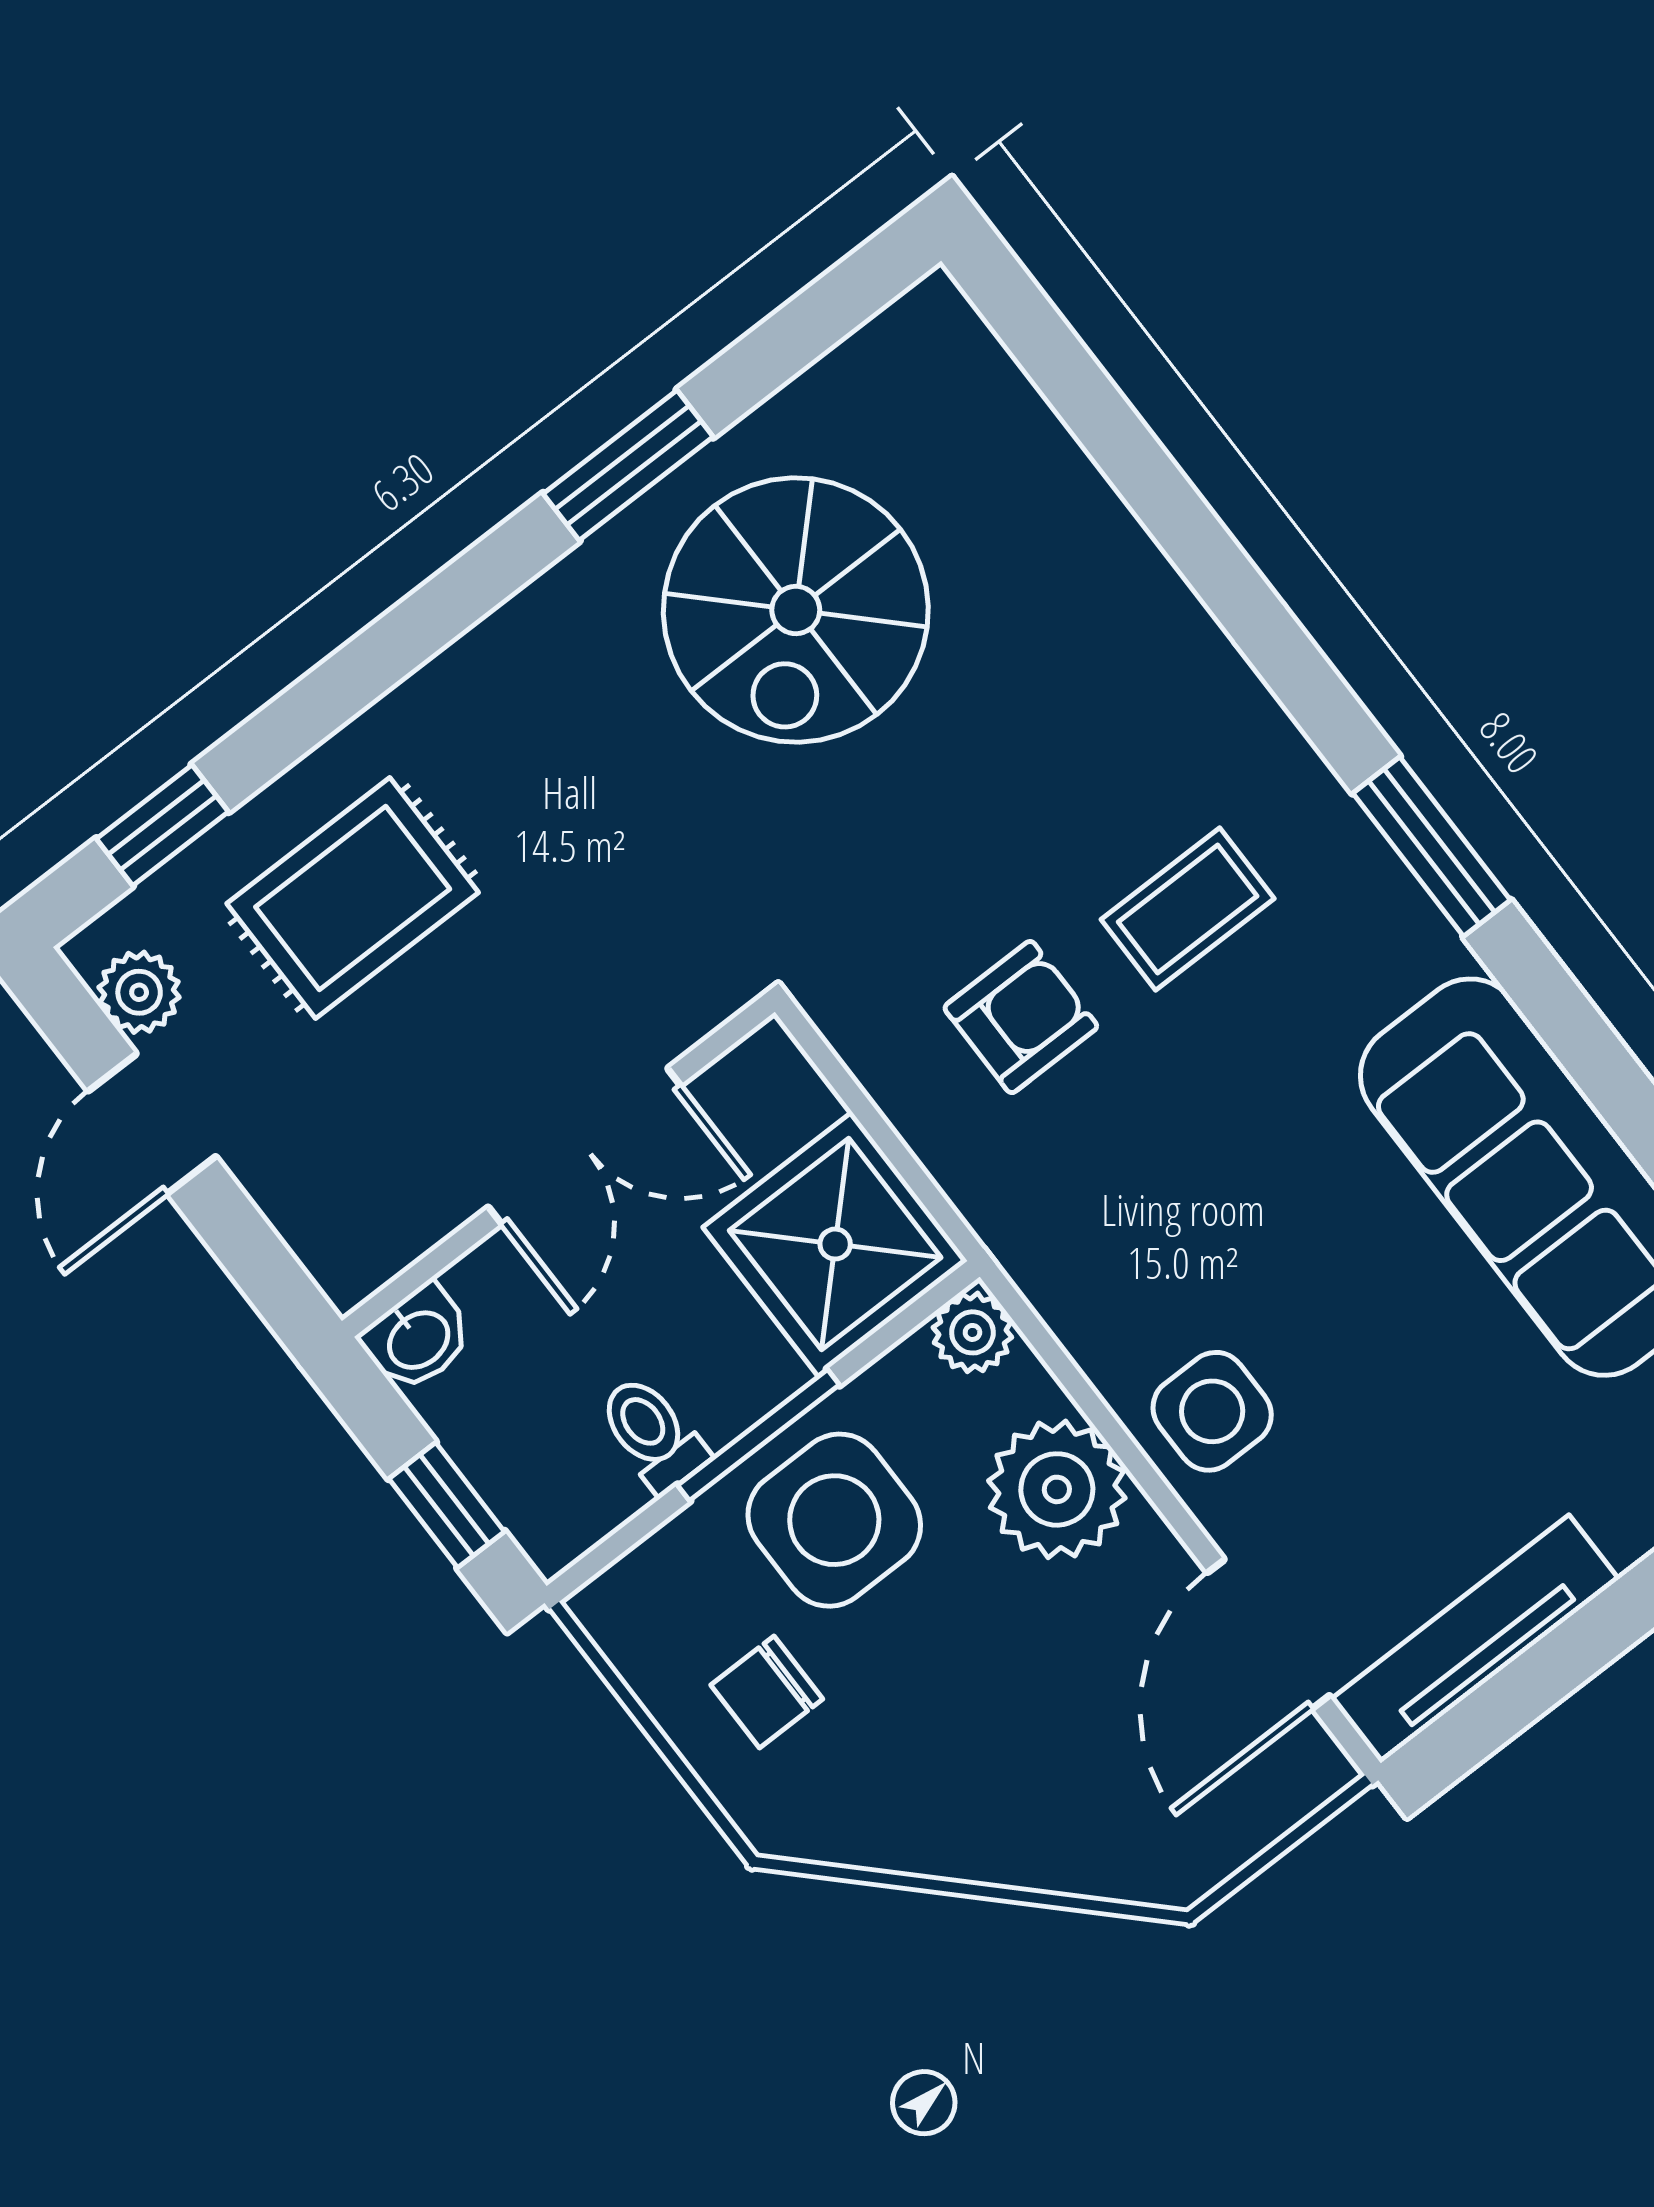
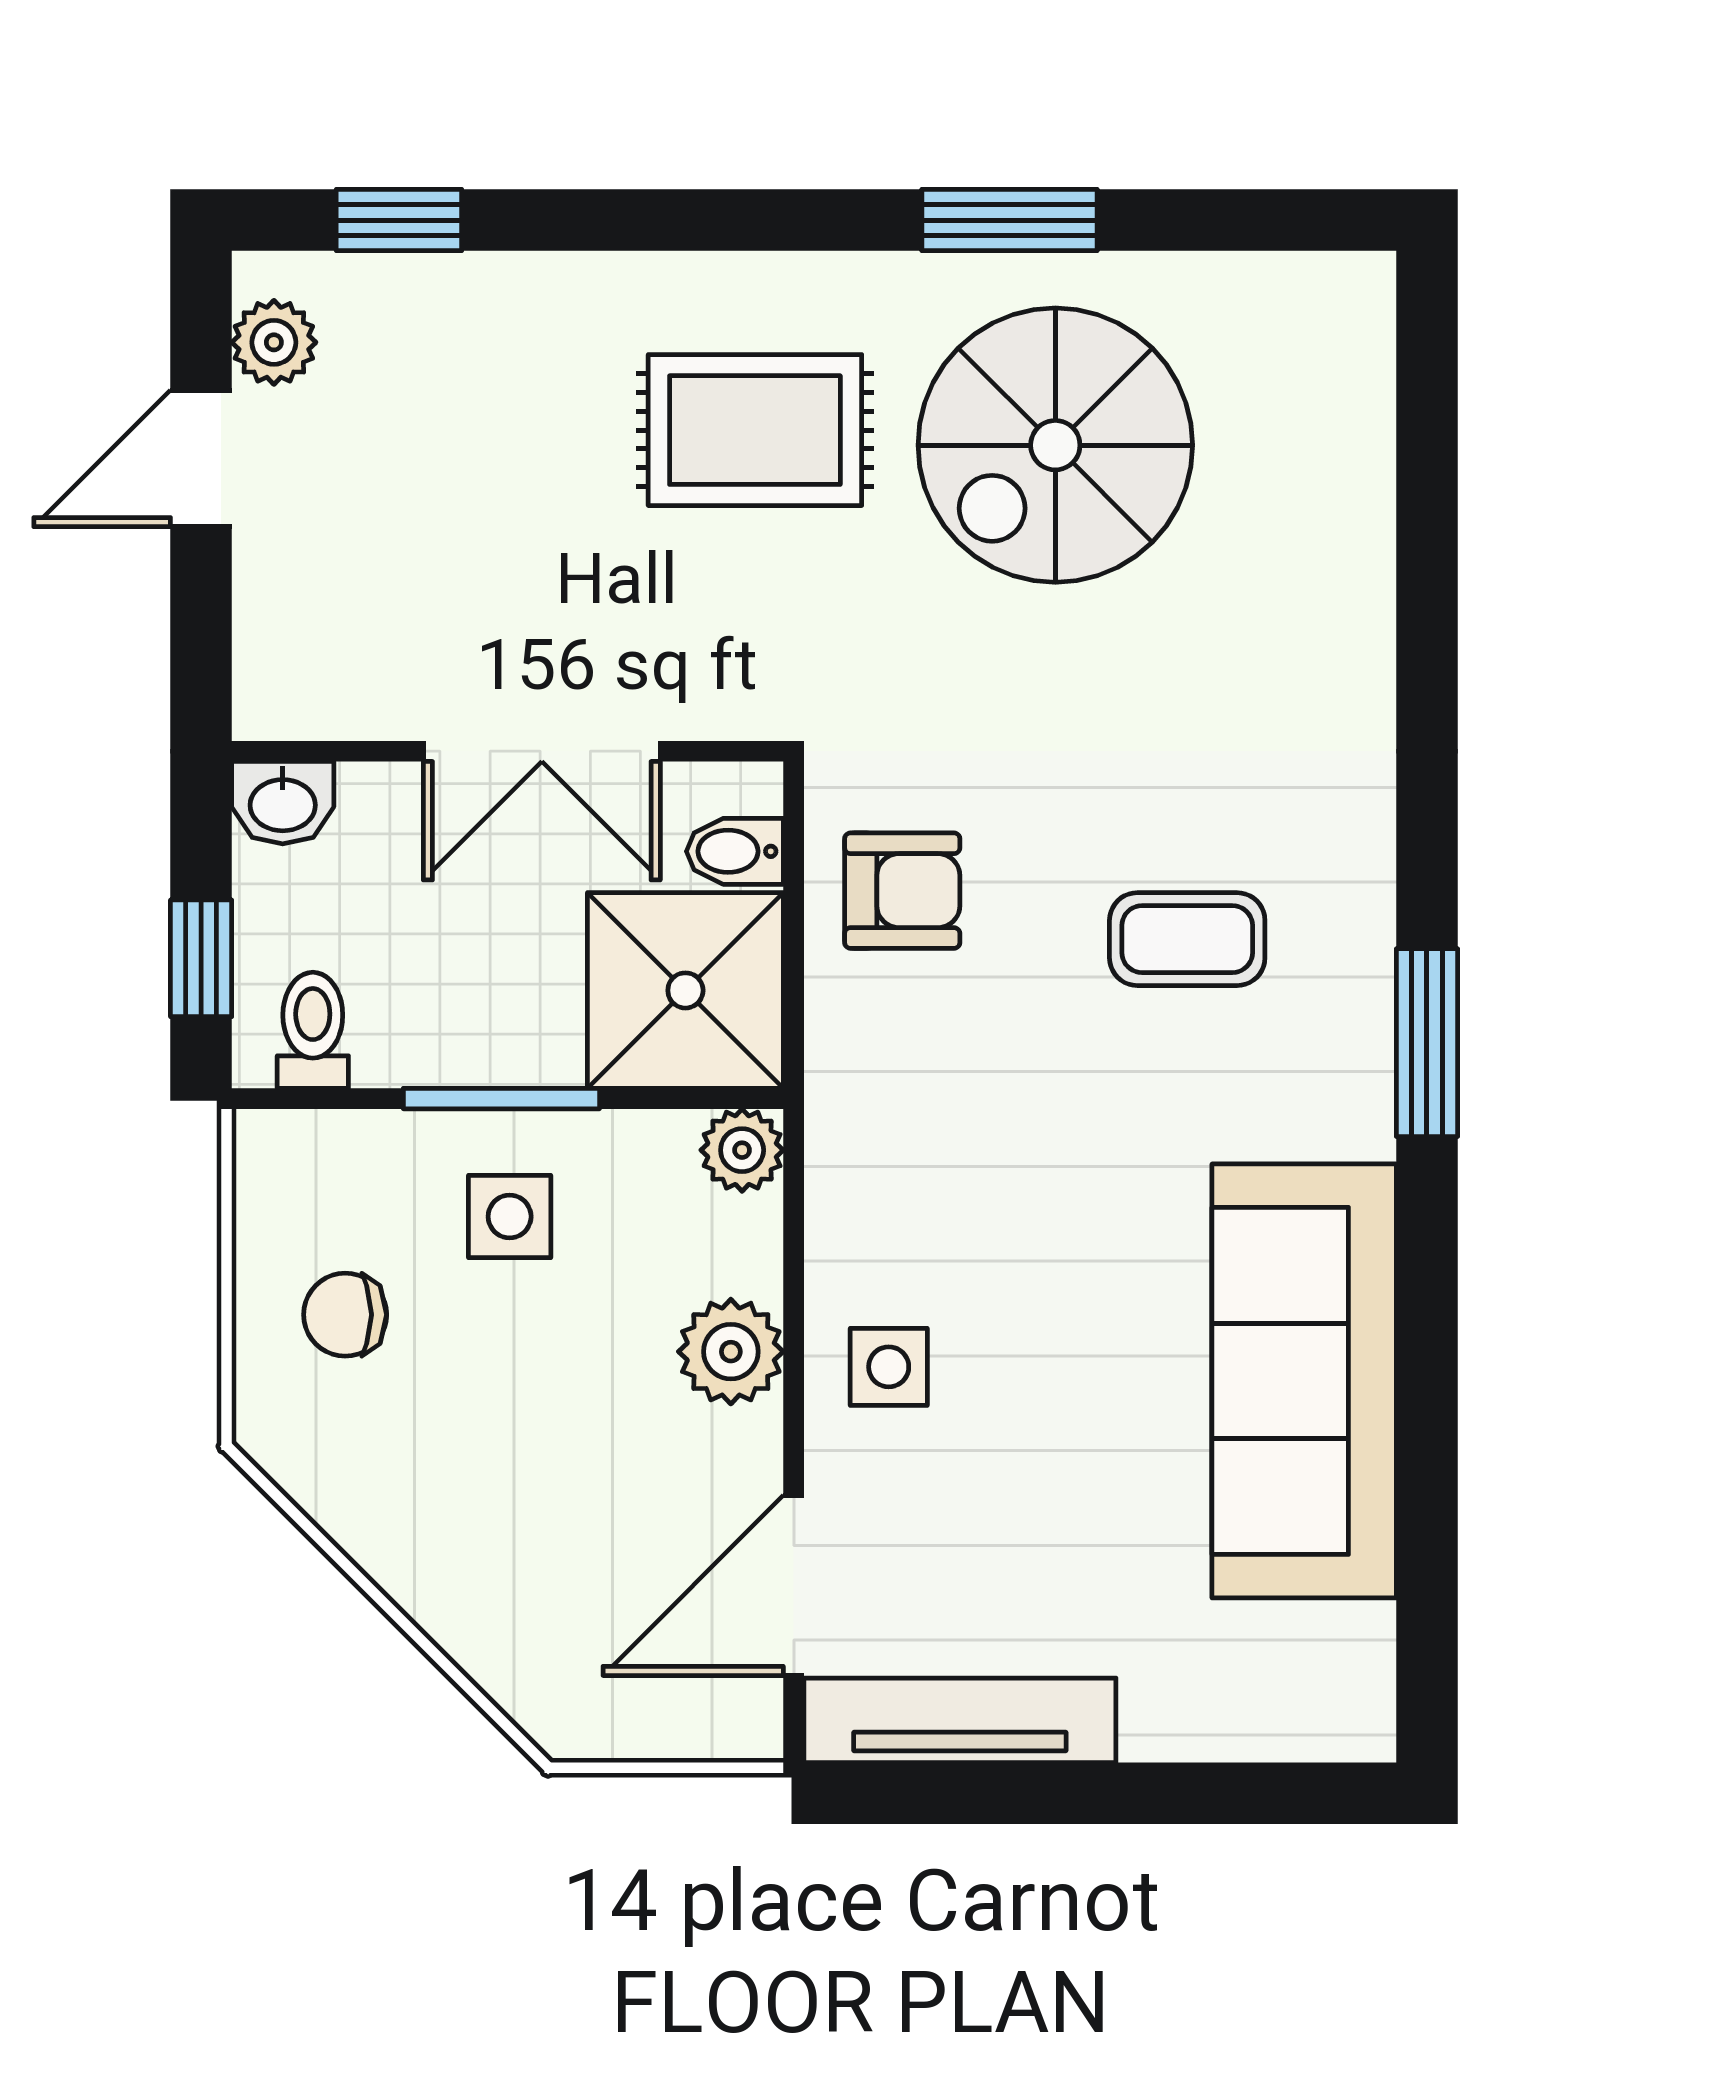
rug: (353, 898) -> (755, 430), moved
armchair: (1021, 1017) -> (902, 891), moved
bidet: (791, 1109) -> (735, 851), added
side table: (1212, 1411) -> (889, 1367), width x0.73, depth x0.73
toilet: (652, 1434) -> (313, 1030), moved
plant: (1057, 1489) -> (731, 1352), width x0.73, depth x0.73
side table: (834, 1520) -> (510, 1217), width x0.54, depth x0.54

